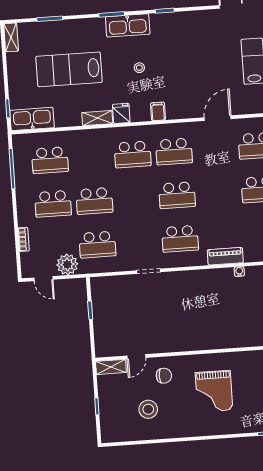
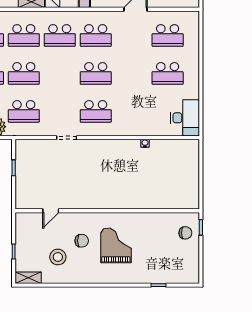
school desk: (91, 157) -> (24, 35), added
piano: (225, 256) -> (134, 129), removed
shelving: (111, 367) -> (28, 278), moved
chair: (164, 376) -> (82, 241), moved
grand piano: (214, 391) -> (116, 245), turned 180

